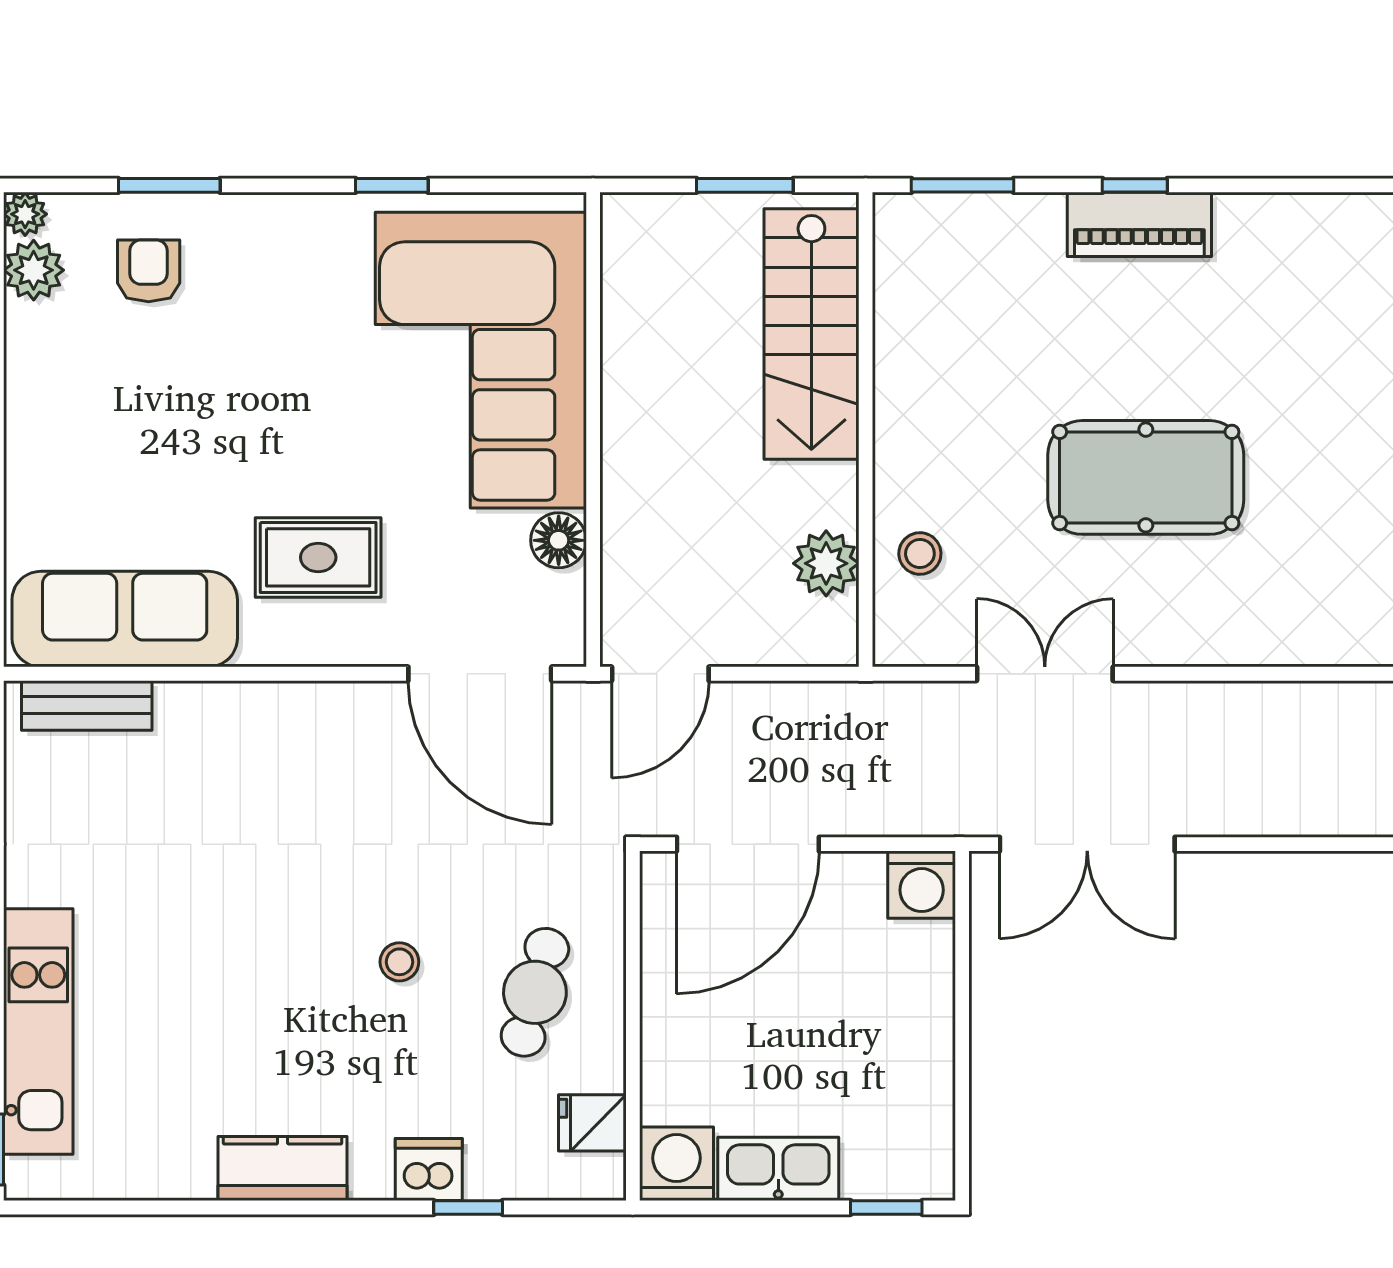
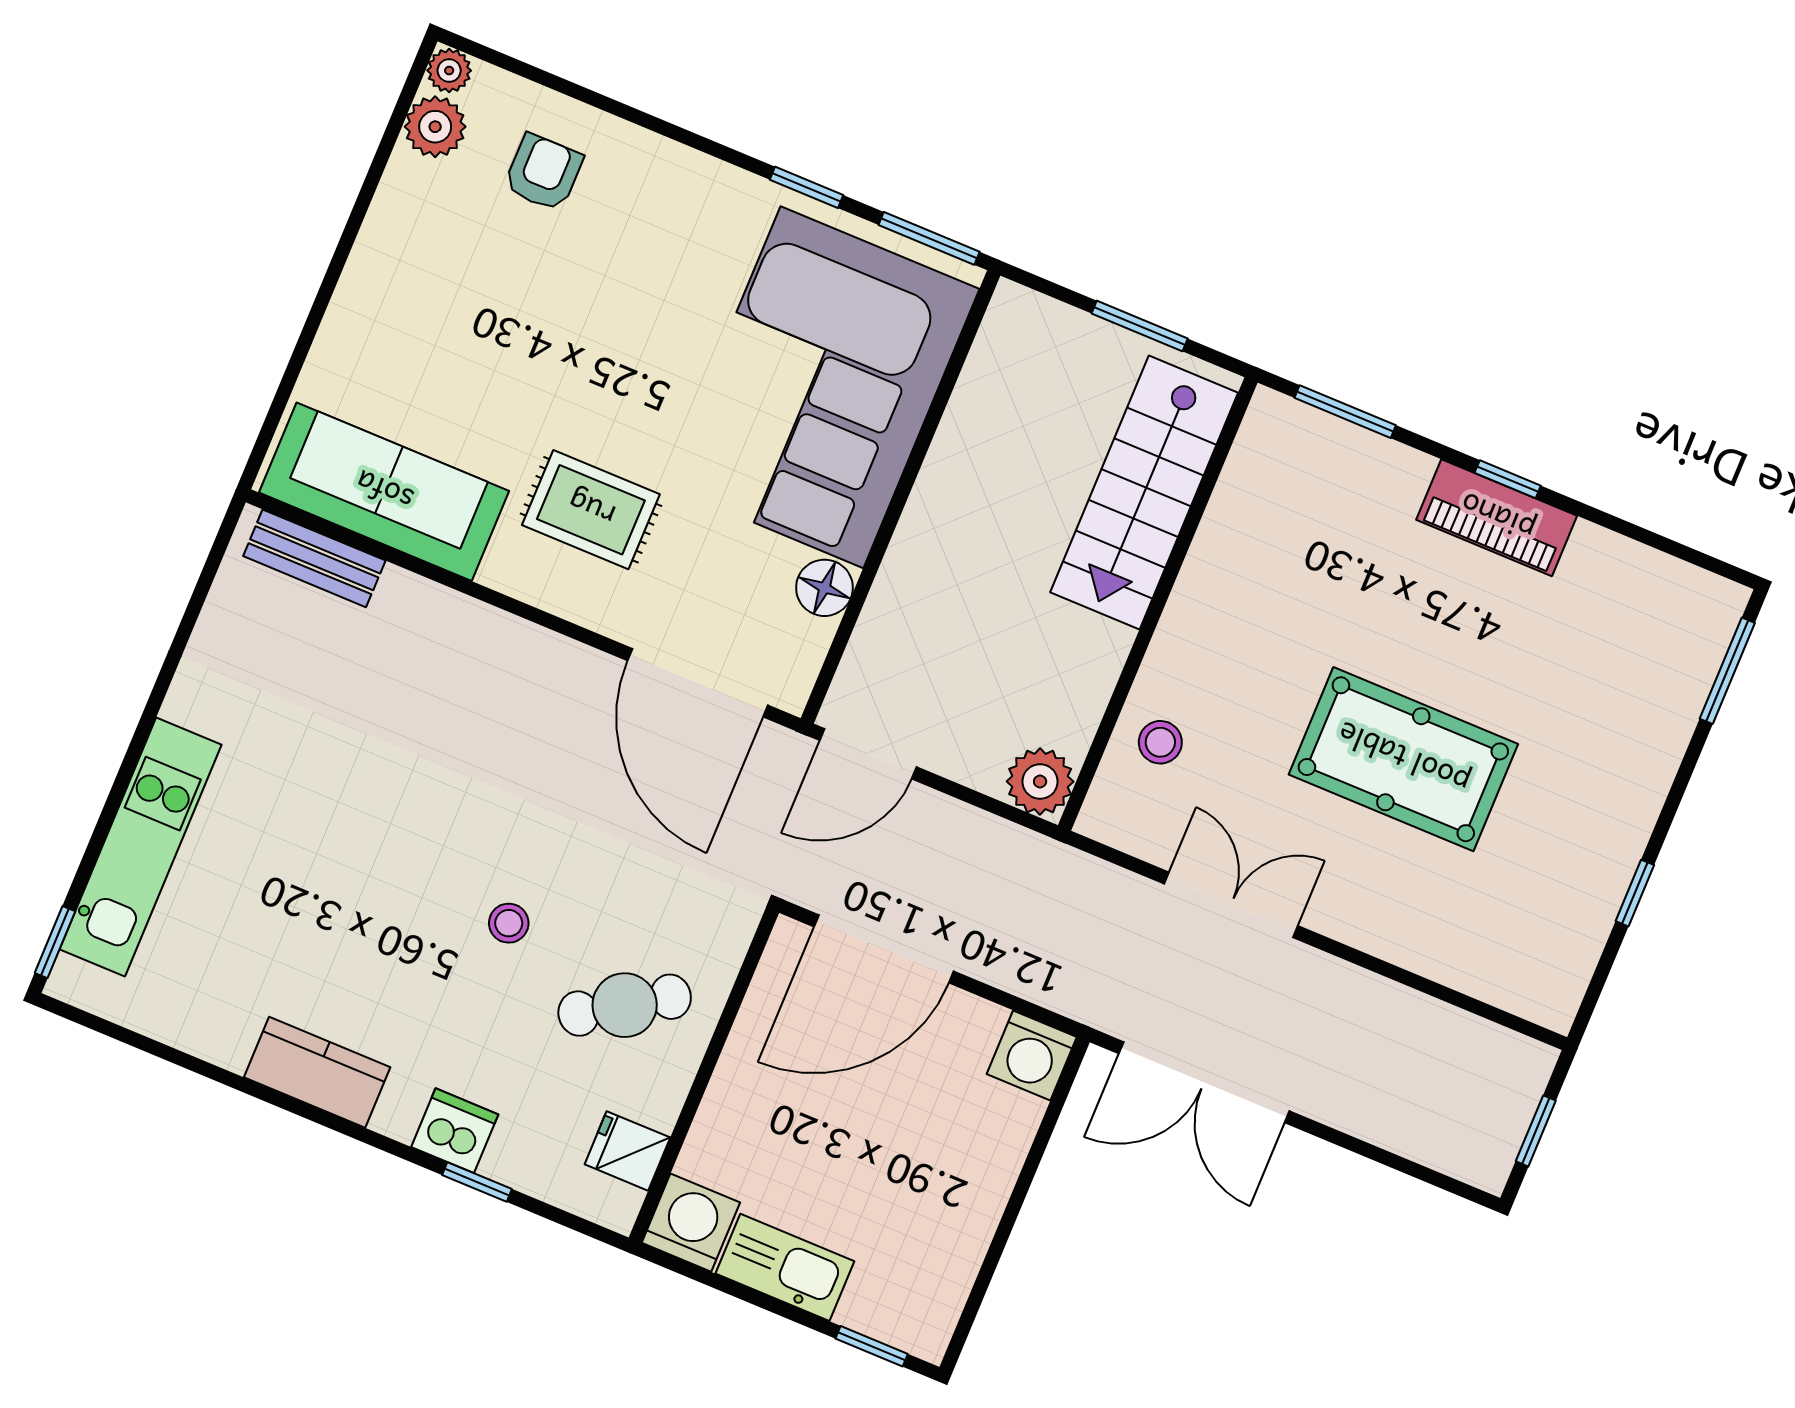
window: (169, 185) -> (929, 238), moved
plant: (826, 563) -> (1040, 782), moved
cafe table: (535, 992) -> (625, 1005), turned 42

